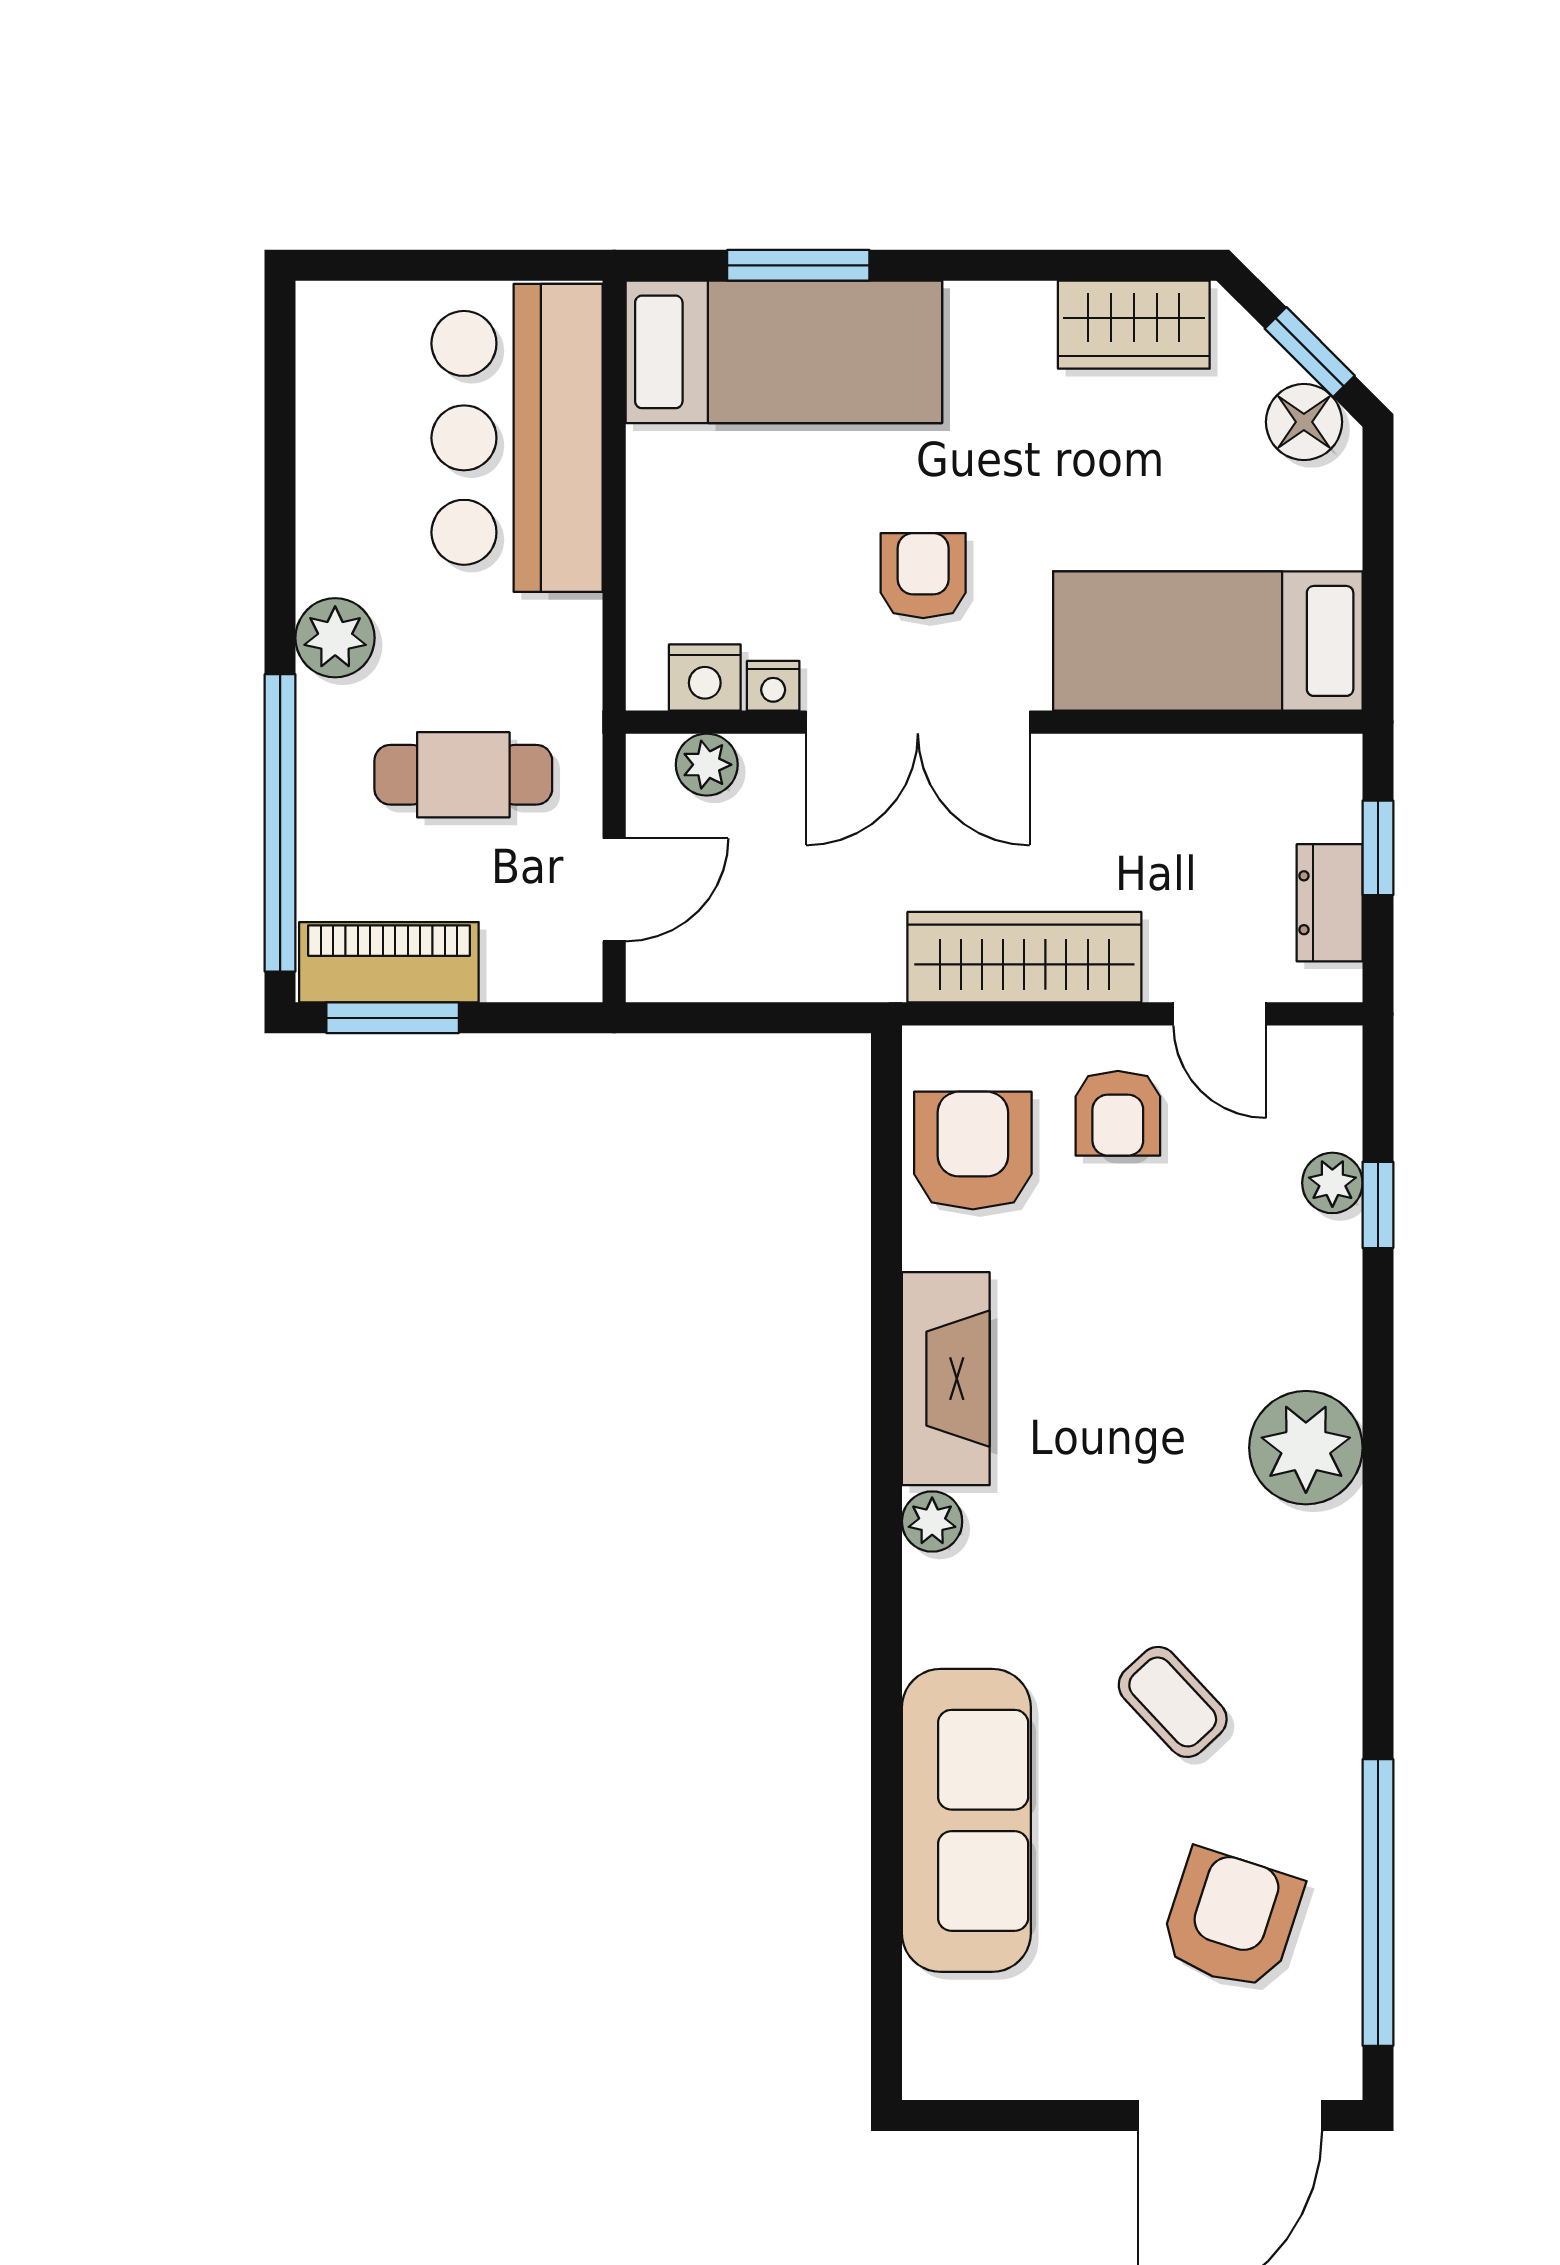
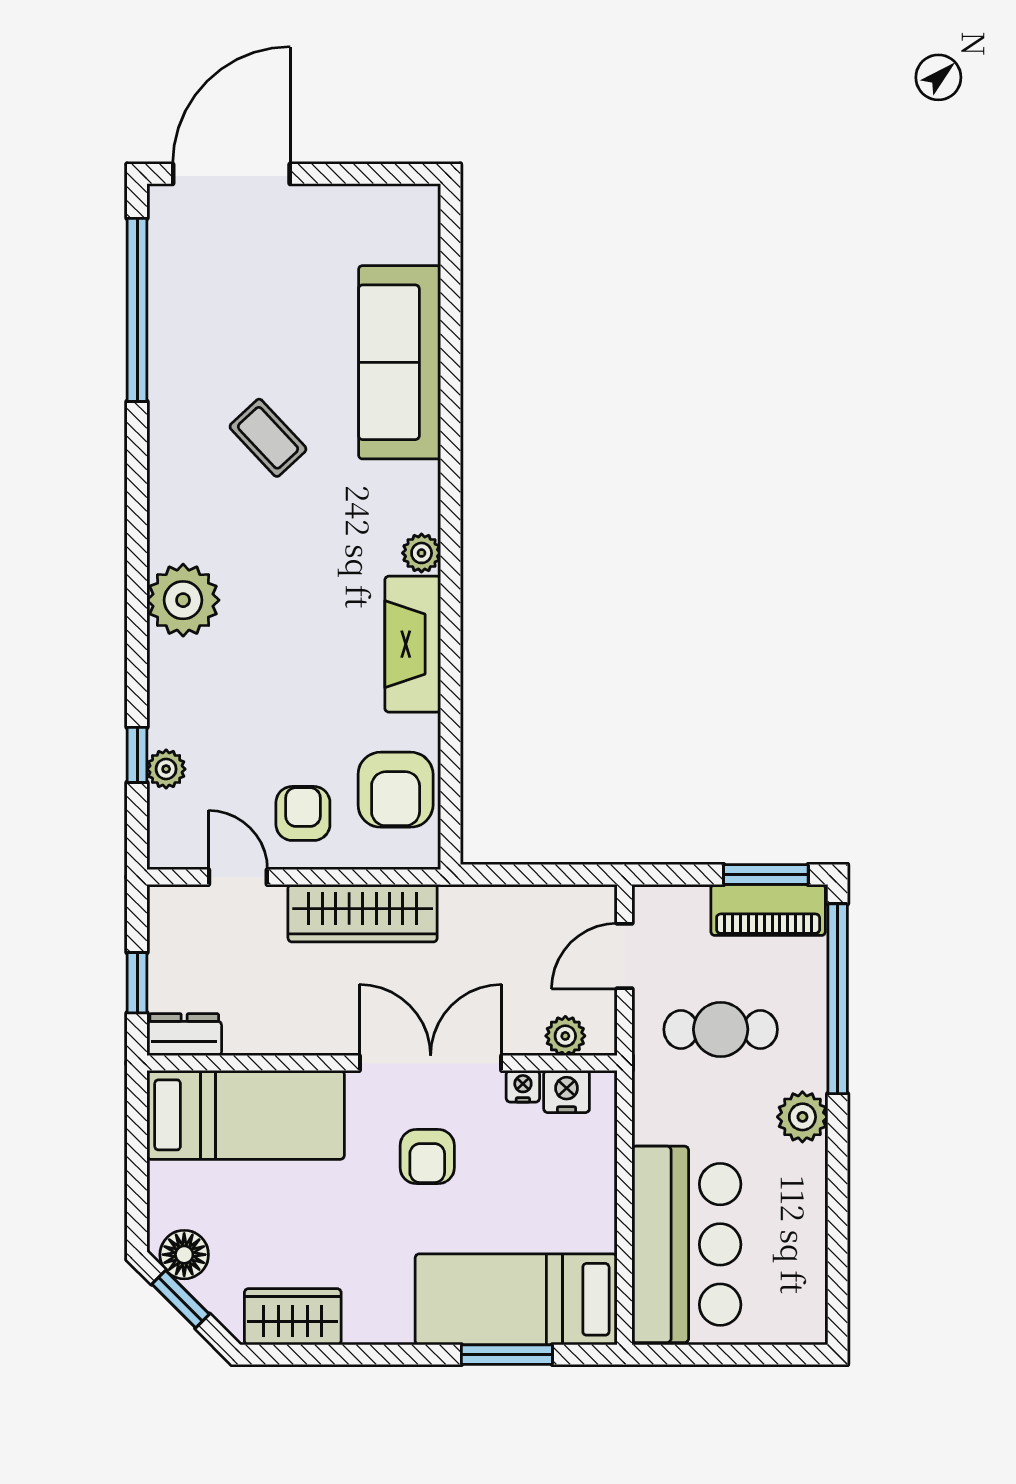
dresser: (1330, 903) -> (184, 1035), moved, turned -90
armchair: (1231, 1919) -> (231, 299), removed

